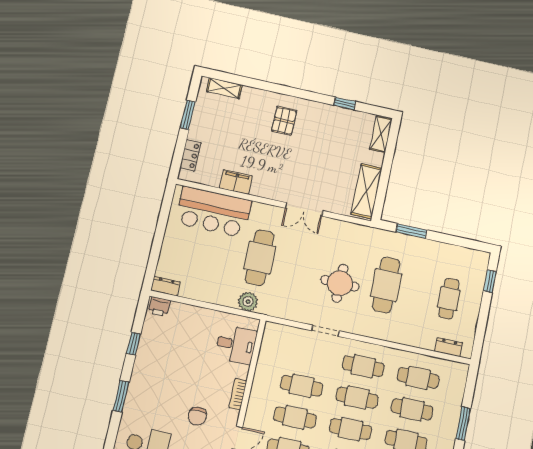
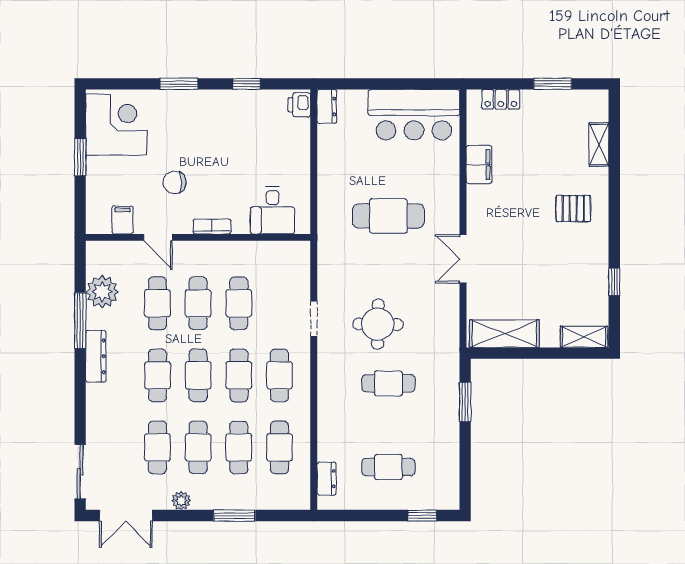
shelving: (224, 88) -> (599, 144), moved
bar counter: (213, 212) -> (414, 115), moved, turned -90
cafe table: (386, 285) -> (388, 383), width x0.73, depth x0.74
plant: (248, 302) -> (330, 214), removed

